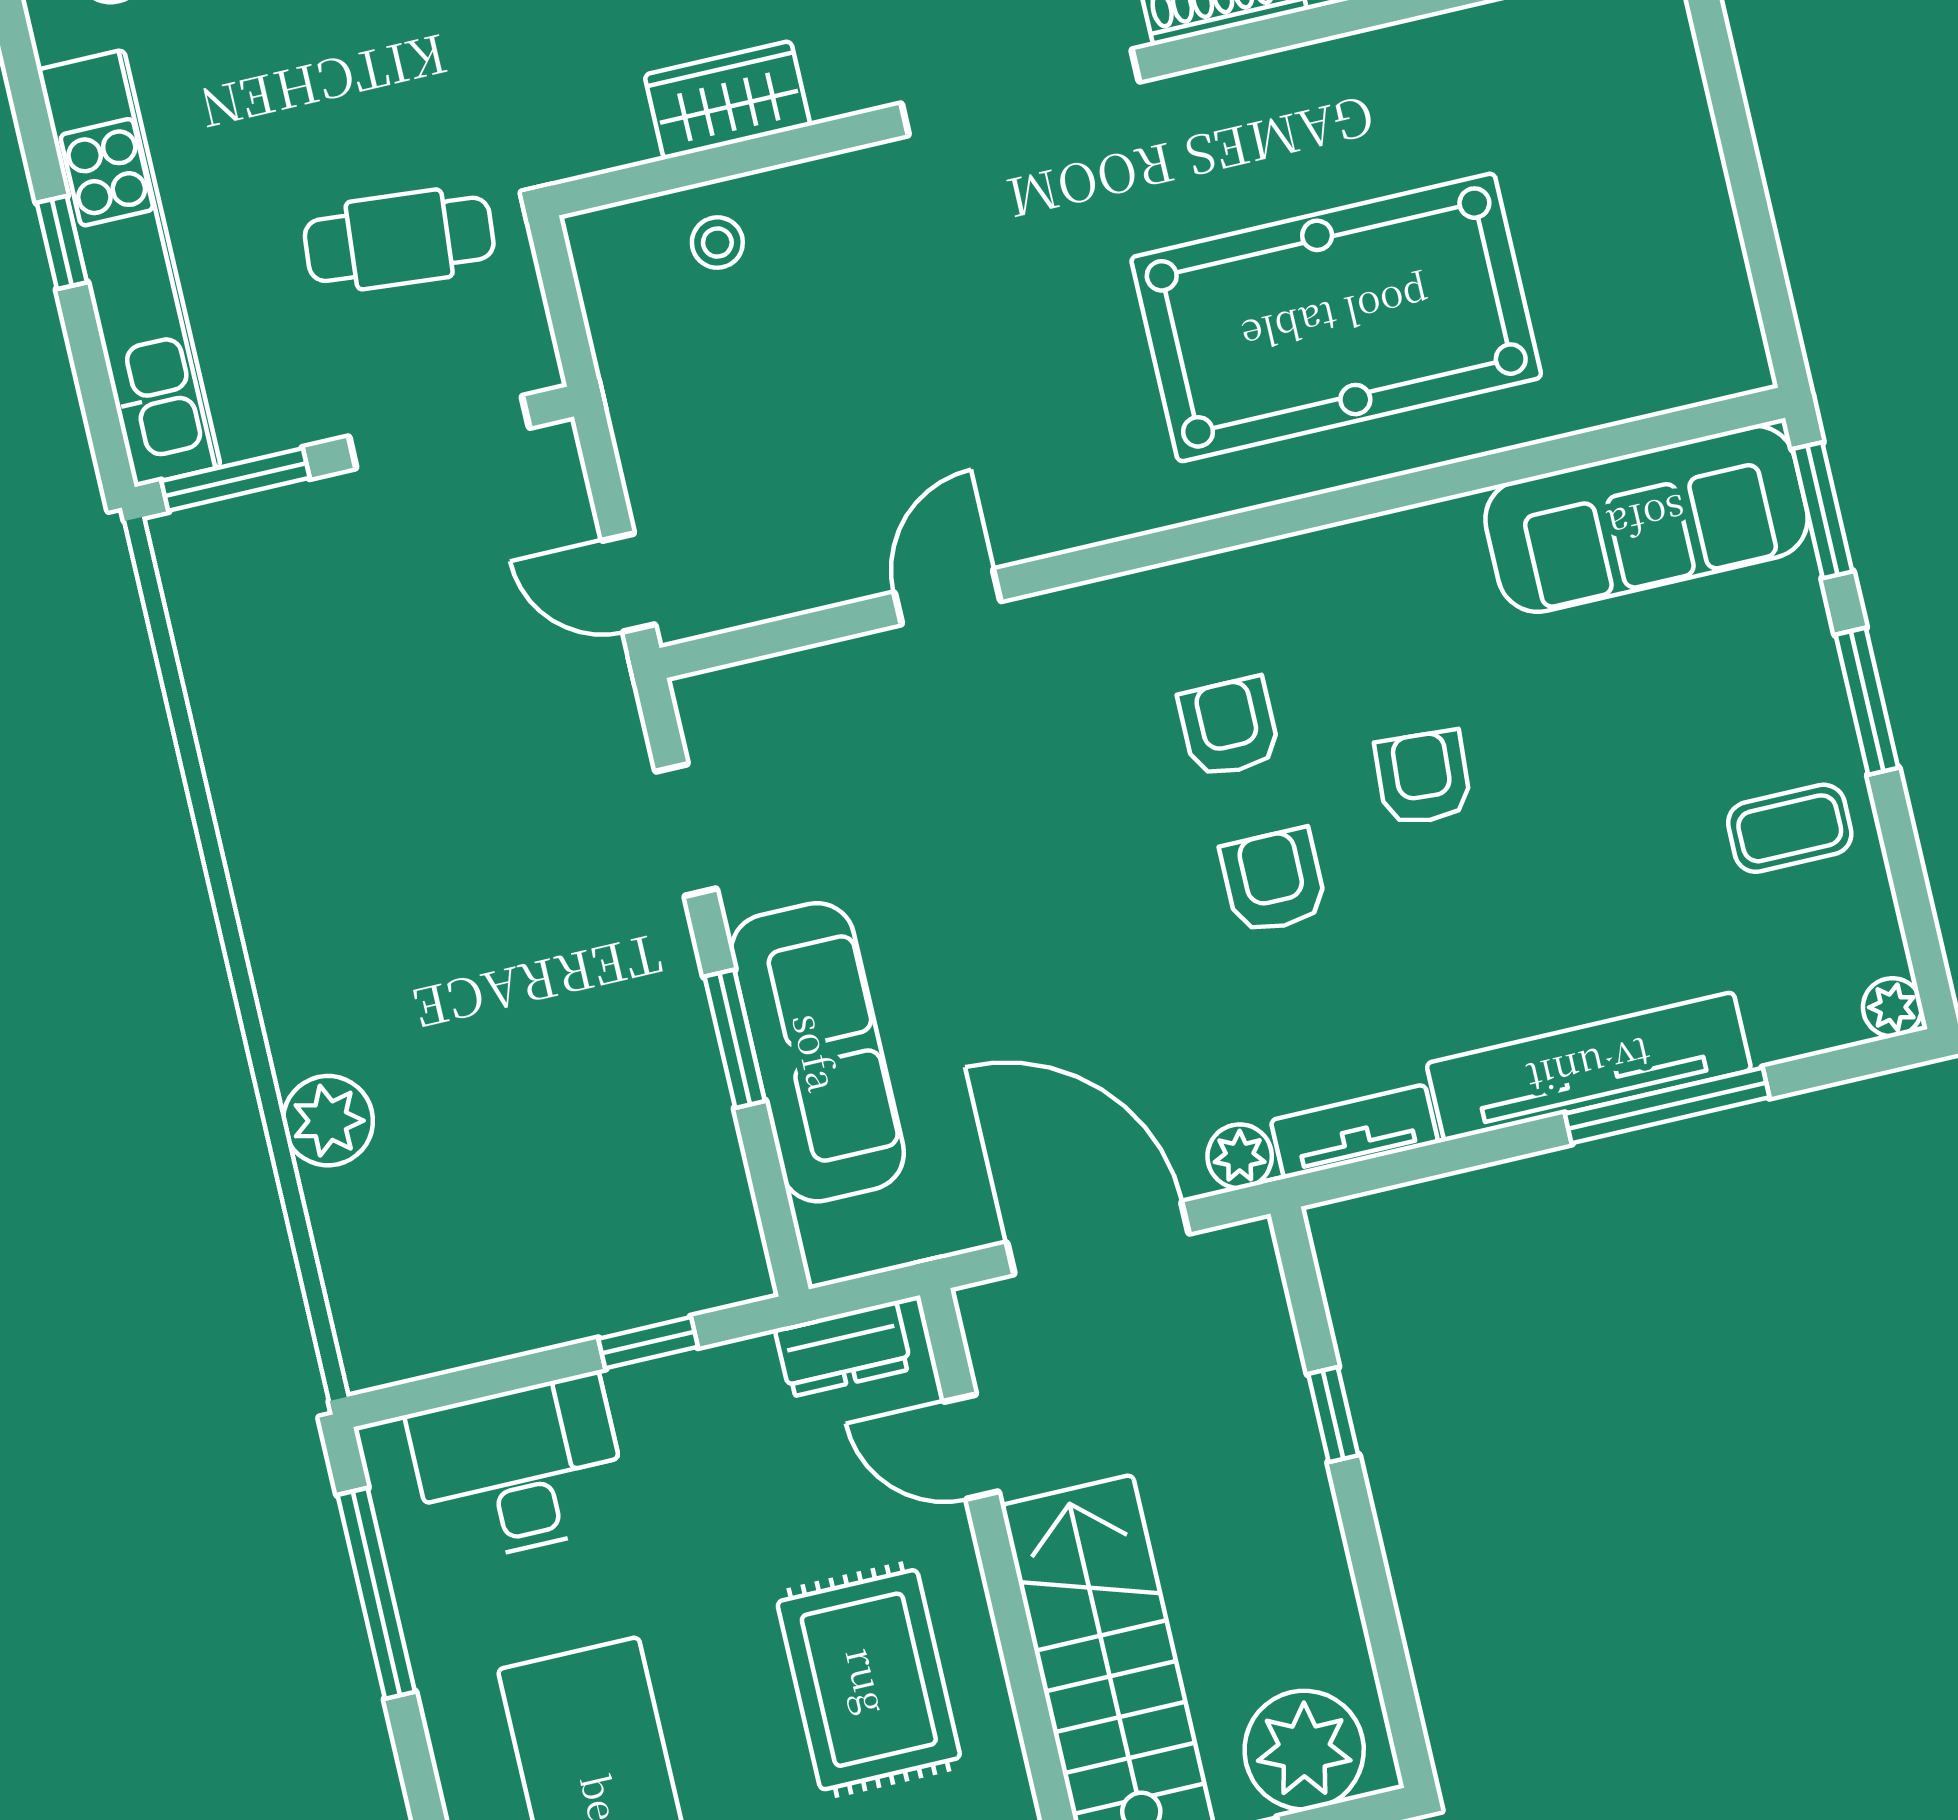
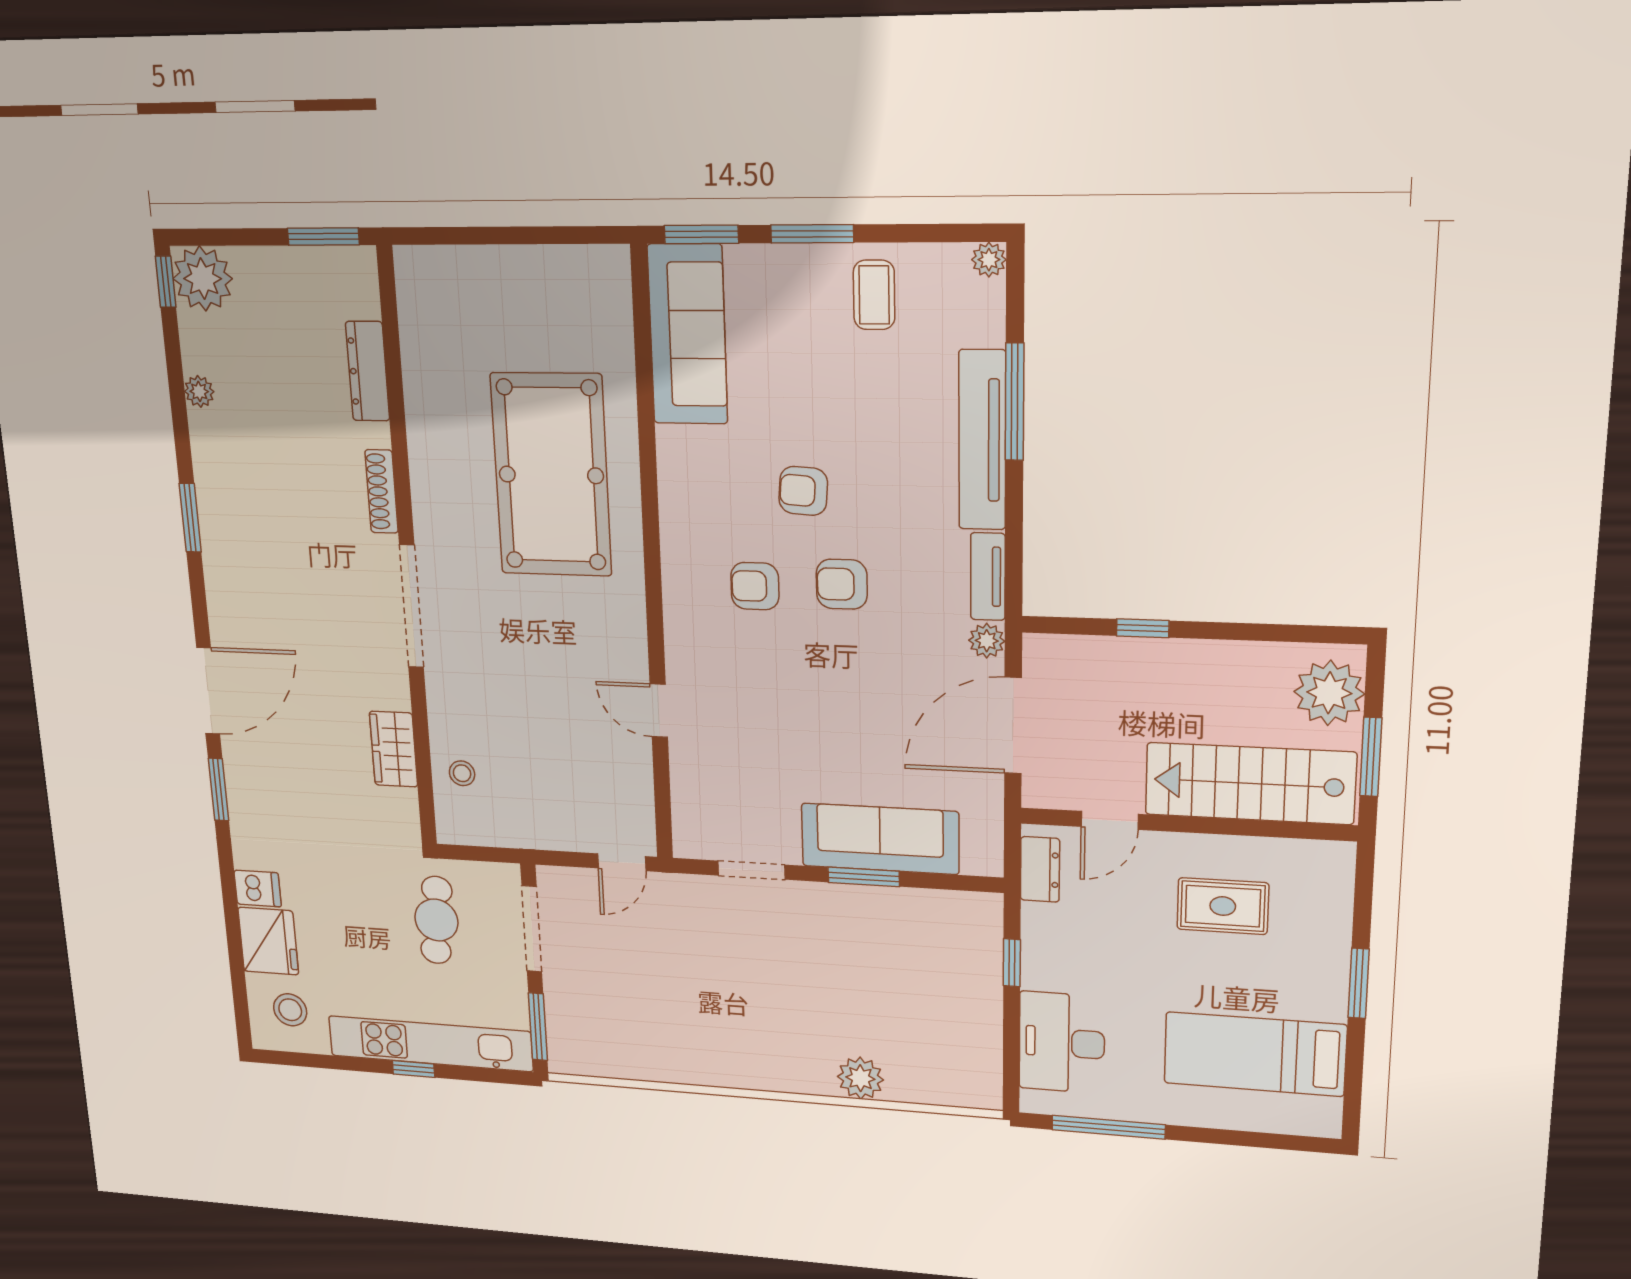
rug: (869, 1680) -> (1223, 906), width x0.73, depth x0.70

